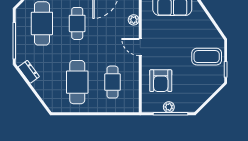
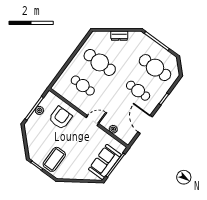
dresser: (29, 72) -> (119, 36), moved
armchair: (161, 81) -> (61, 118), turned 90

